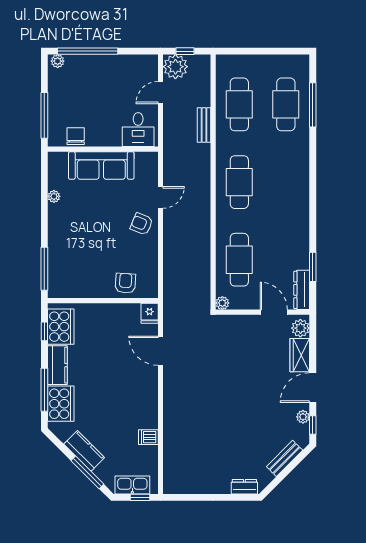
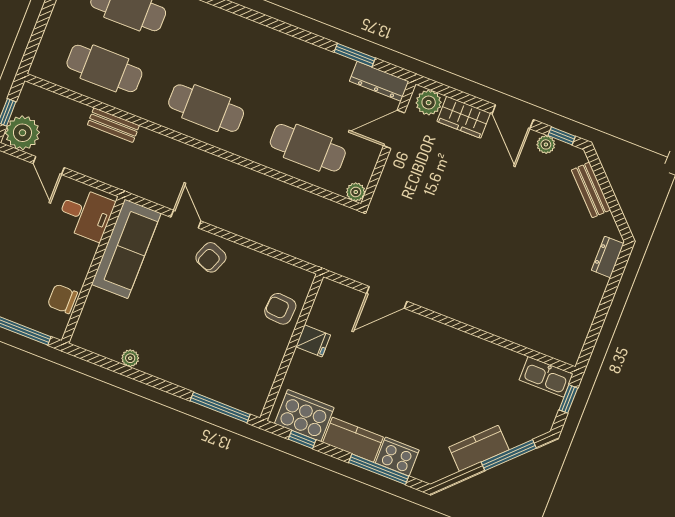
sofa: (101, 166) -> (126, 249), moved
fridge: (150, 313) -> (313, 341), moved
cooker: (61, 404) -> (397, 457), width x0.73, depth x0.76
dishwasher: (148, 437) -> (494, 357), removed
kitchen sink: (132, 485) -> (546, 377), moved, turned -90

